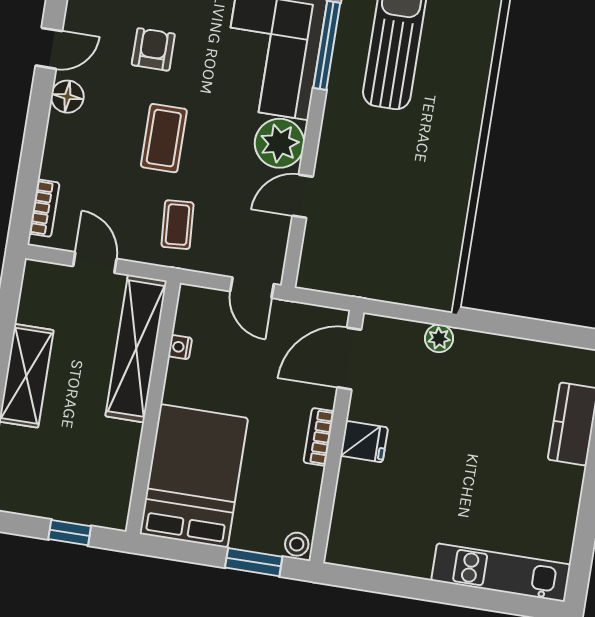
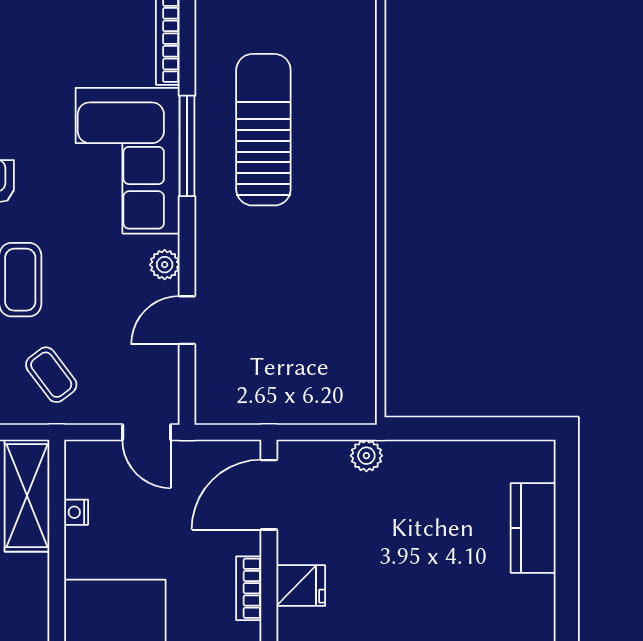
plant: (280, 143) -> (165, 265), width x0.53, depth x0.53
coffee table: (177, 225) -> (51, 375), turned -33
shelving: (136, 349) -> (27, 496), width x0.68

